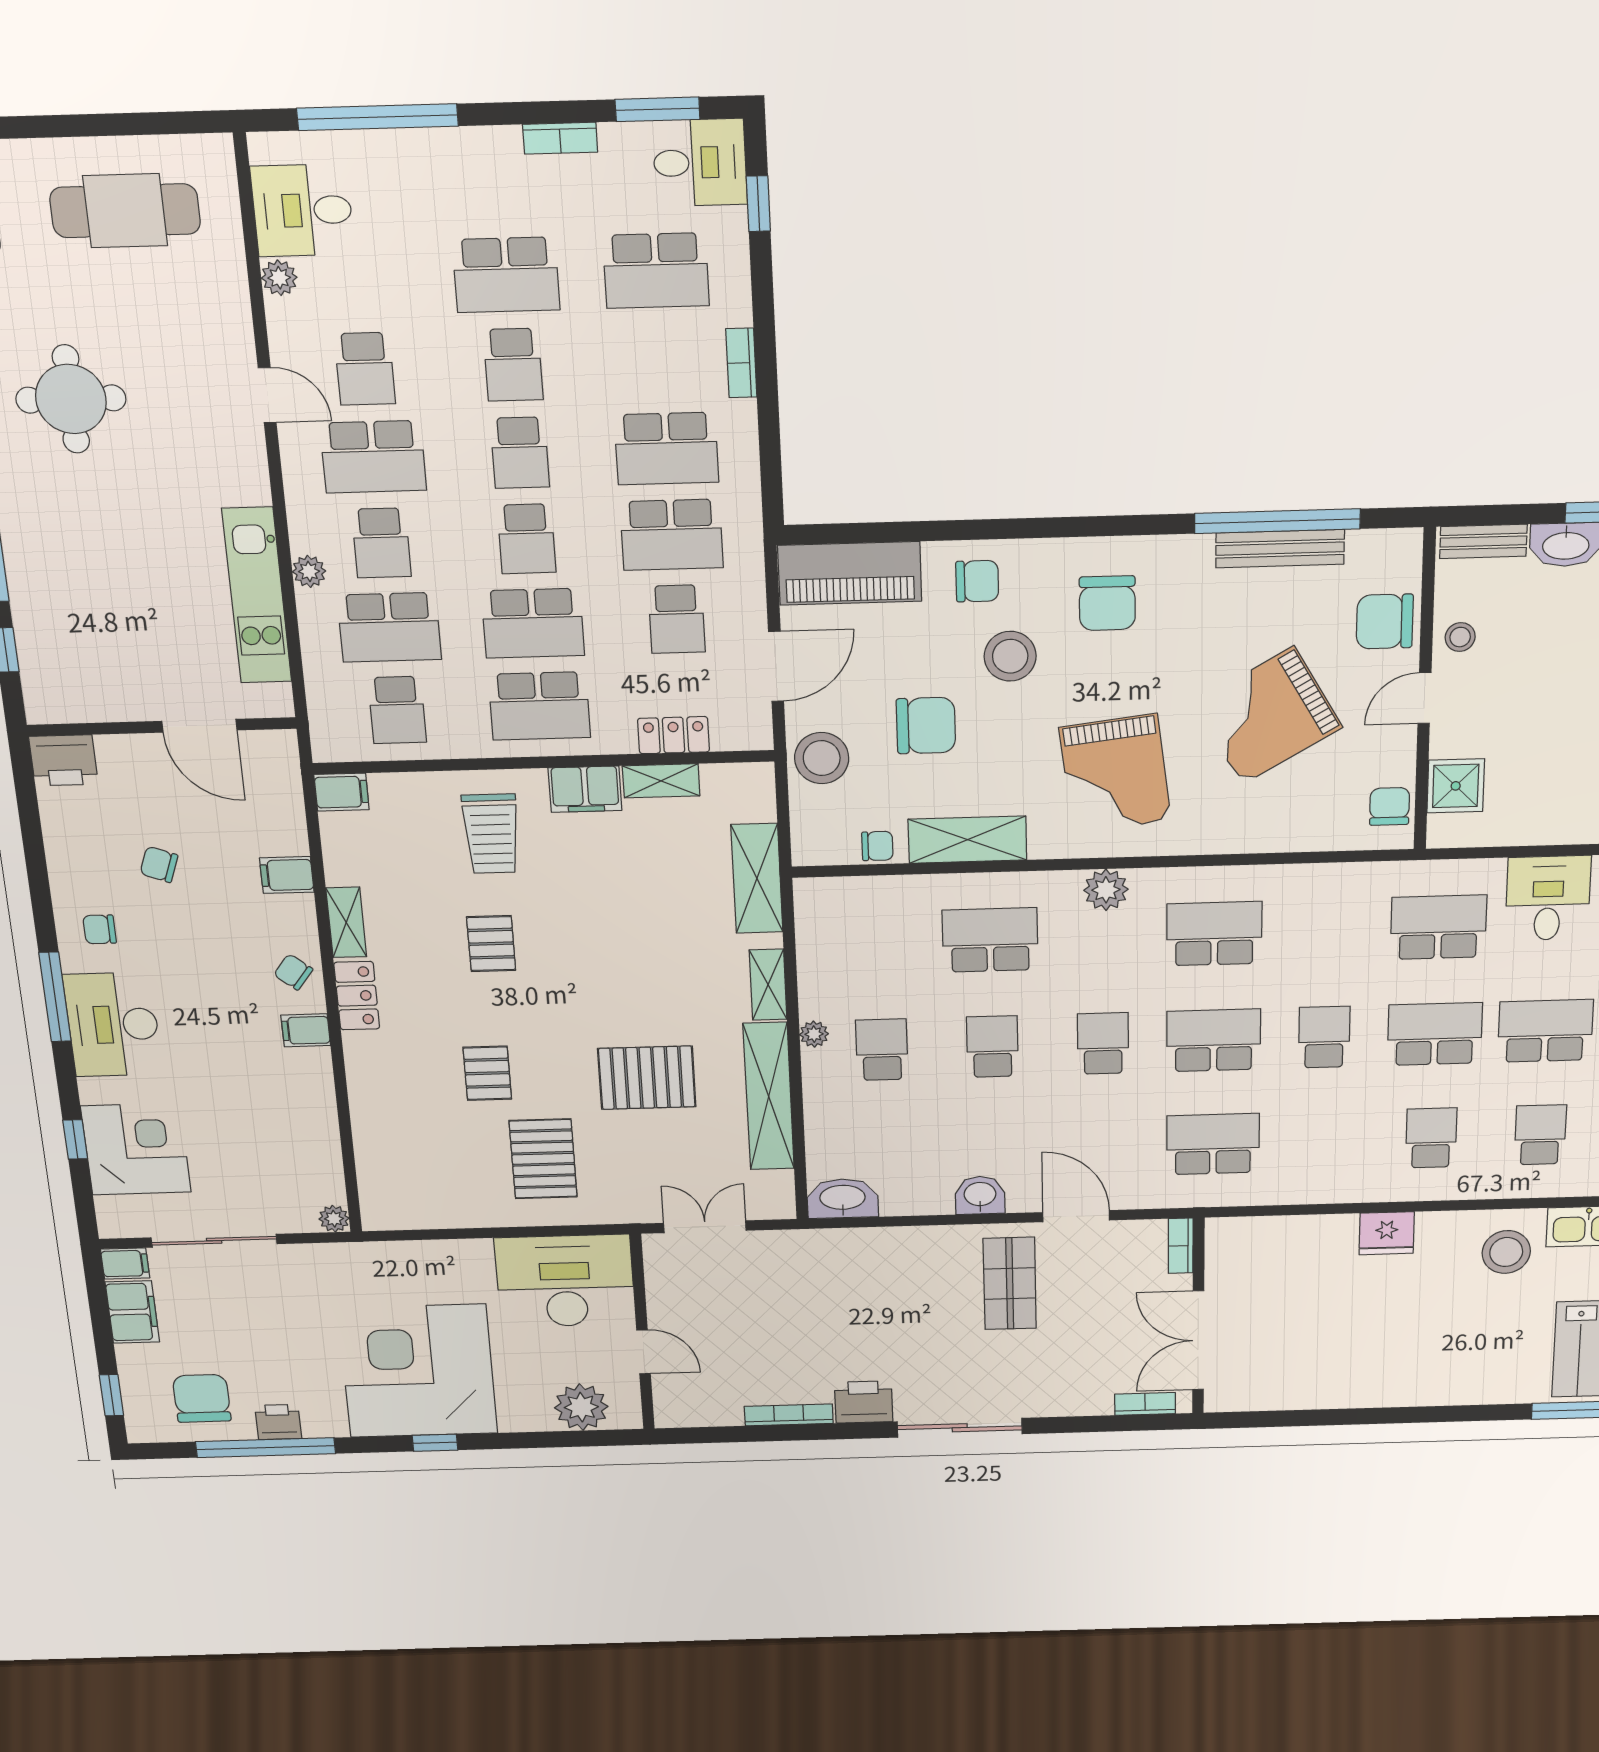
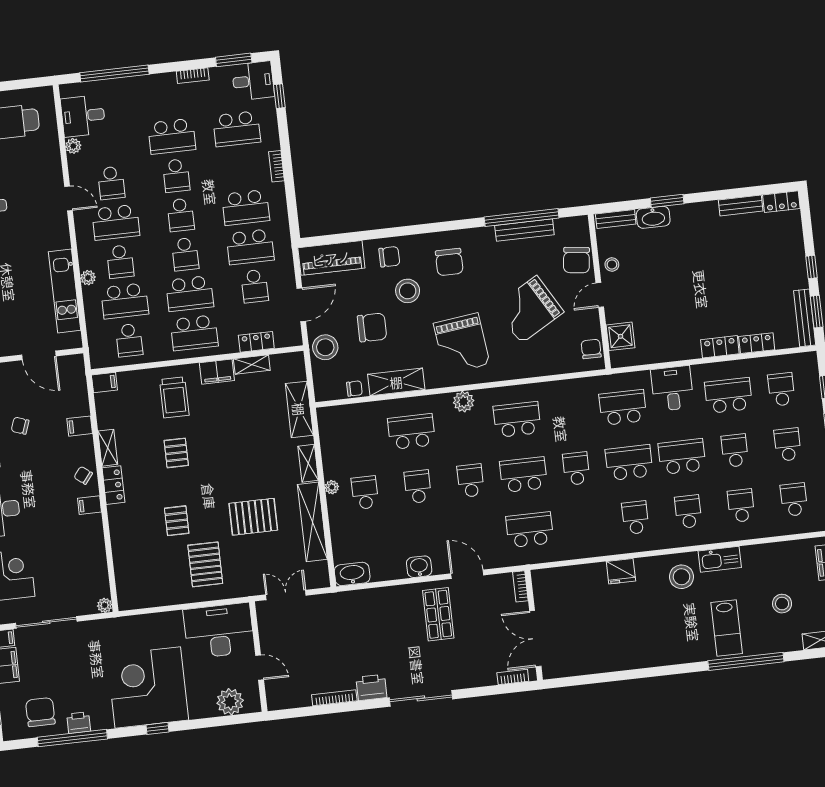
chair: (1385, 622) -> (576, 260), turned -83

